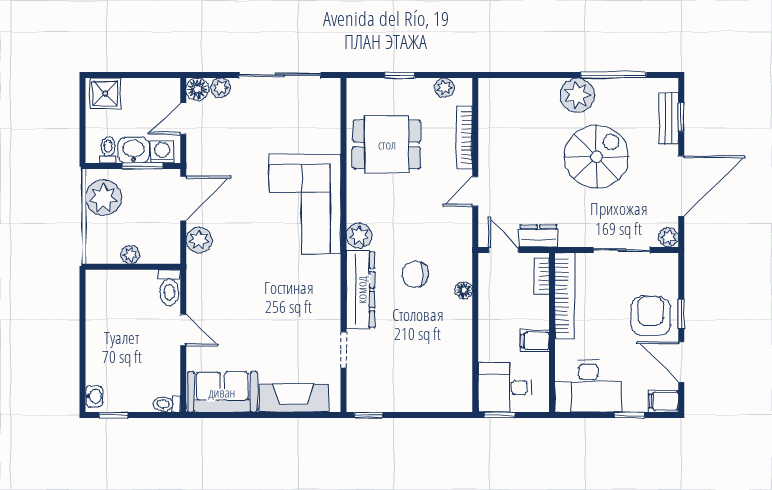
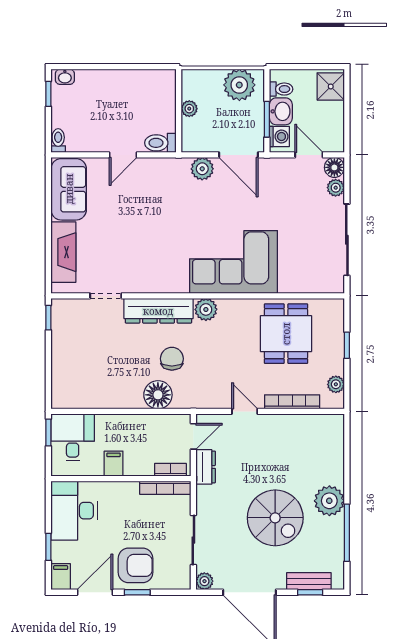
floor lamp: (464, 290) -> (158, 395), width x1.89, depth x1.89
bookcase: (565, 296) -> (165, 488), width x0.68, depth x0.76

